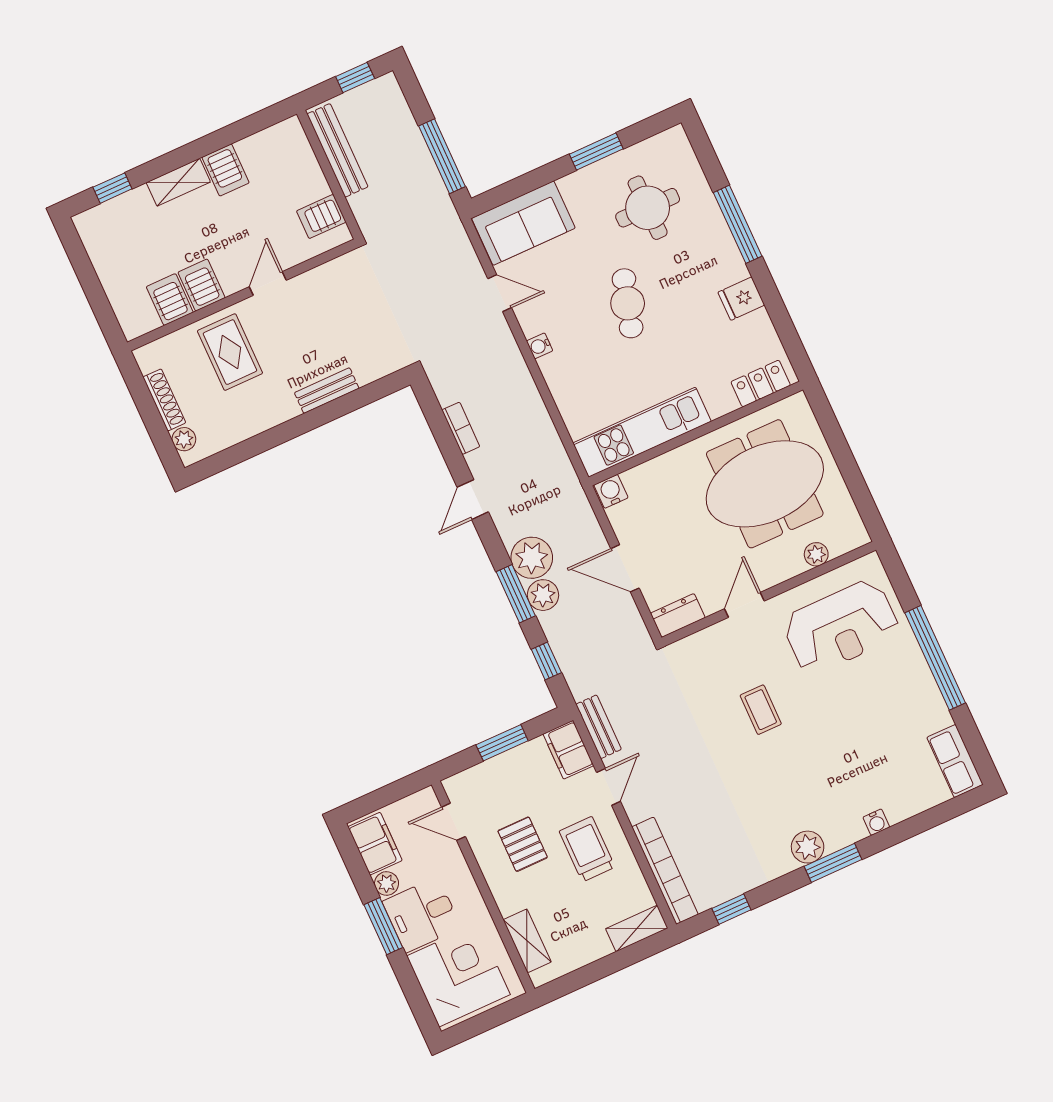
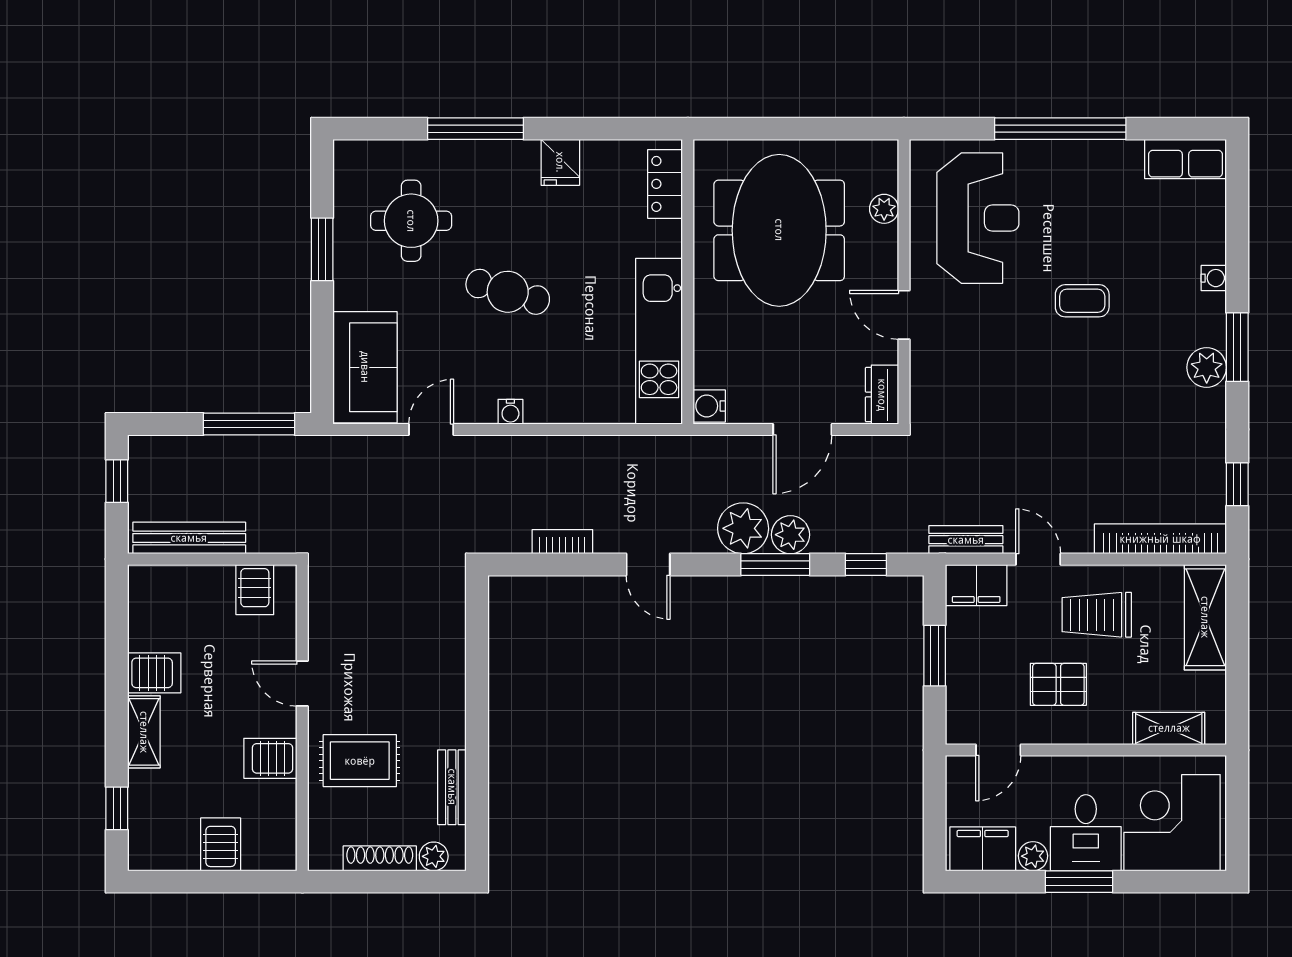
server rack: (170, 300) -> (221, 844), moved, turned 90
bench: (327, 391) -> (452, 787), moved
coffee table: (761, 710) -> (1082, 301), moved
shelving: (637, 928) -> (1205, 617), width x1.50, depth x1.33

